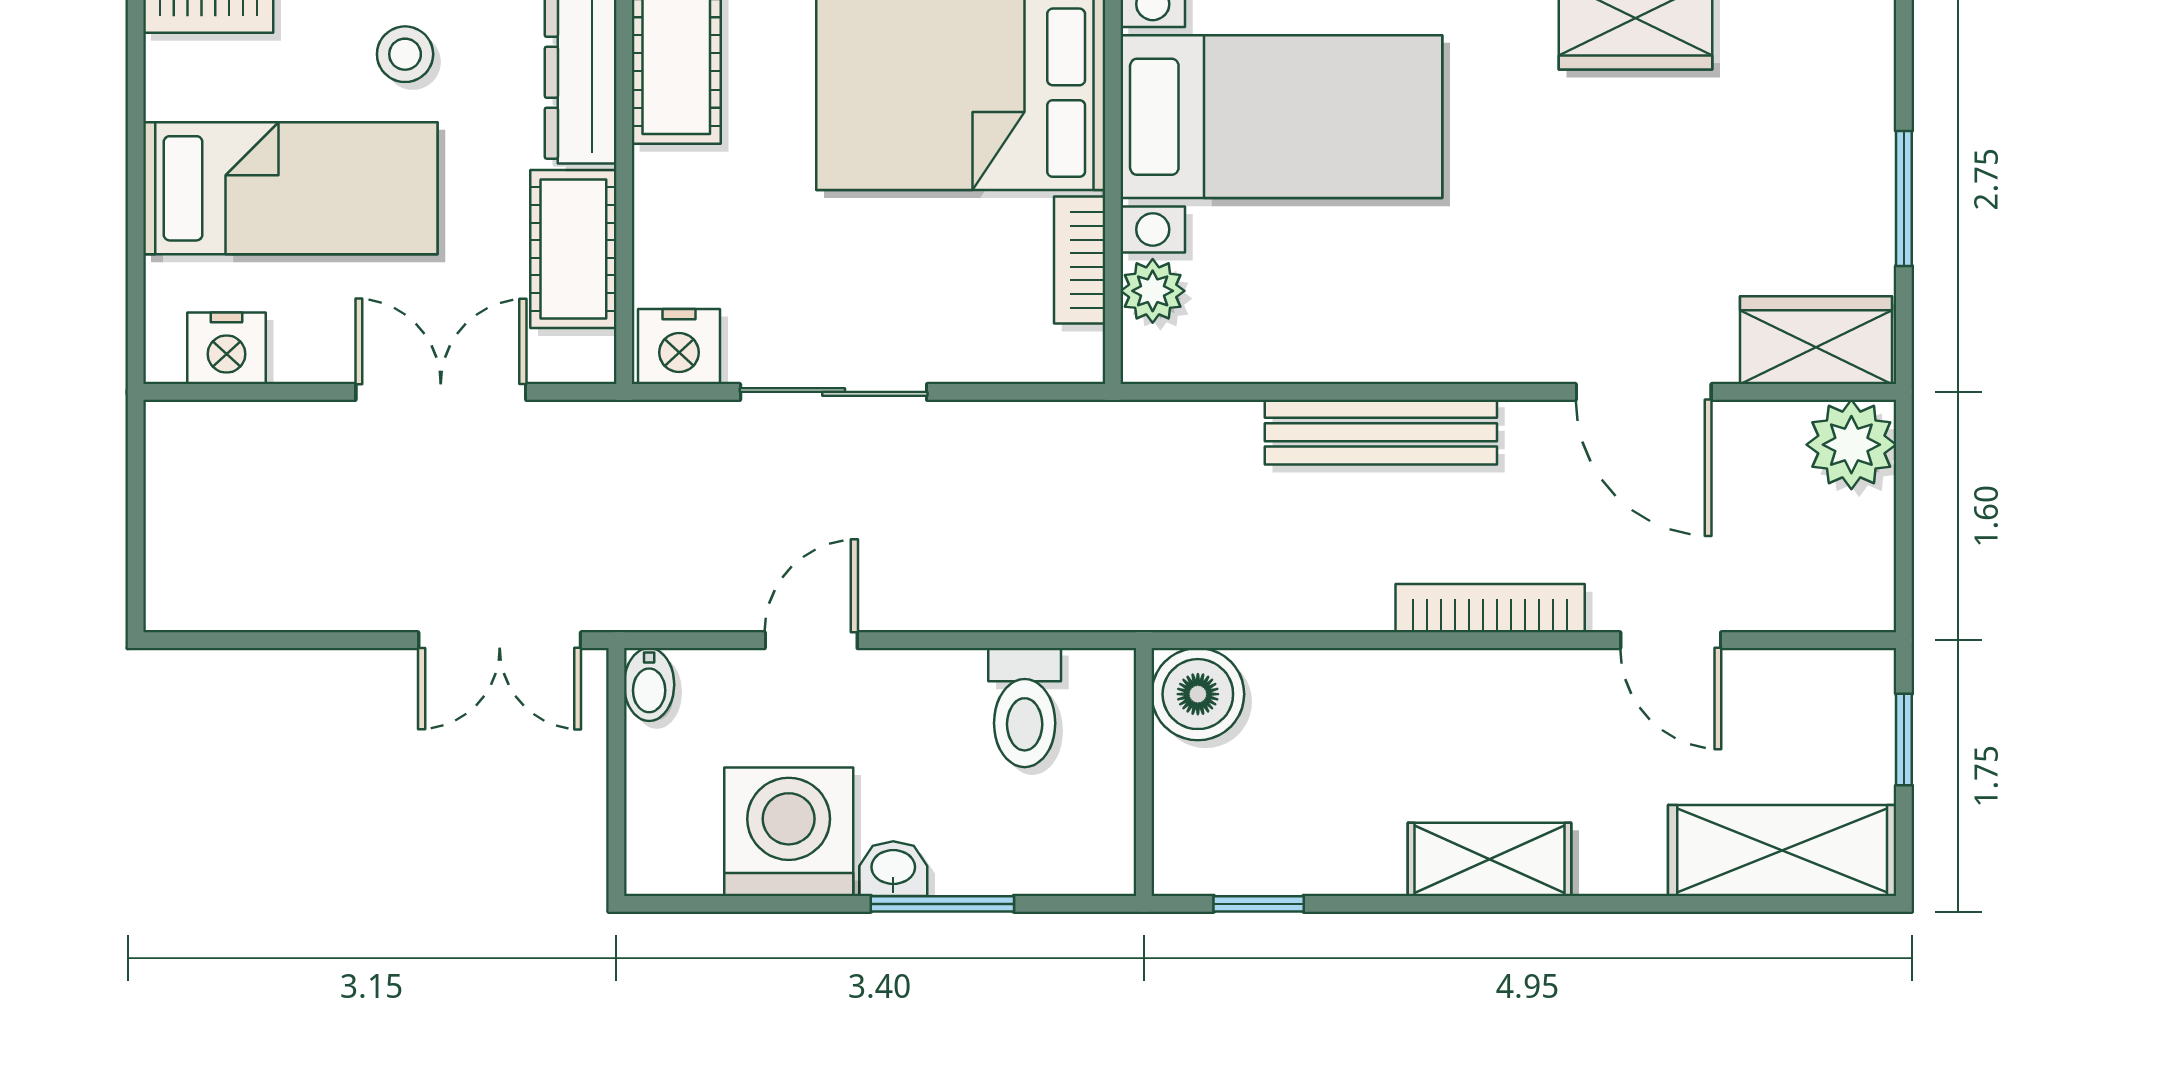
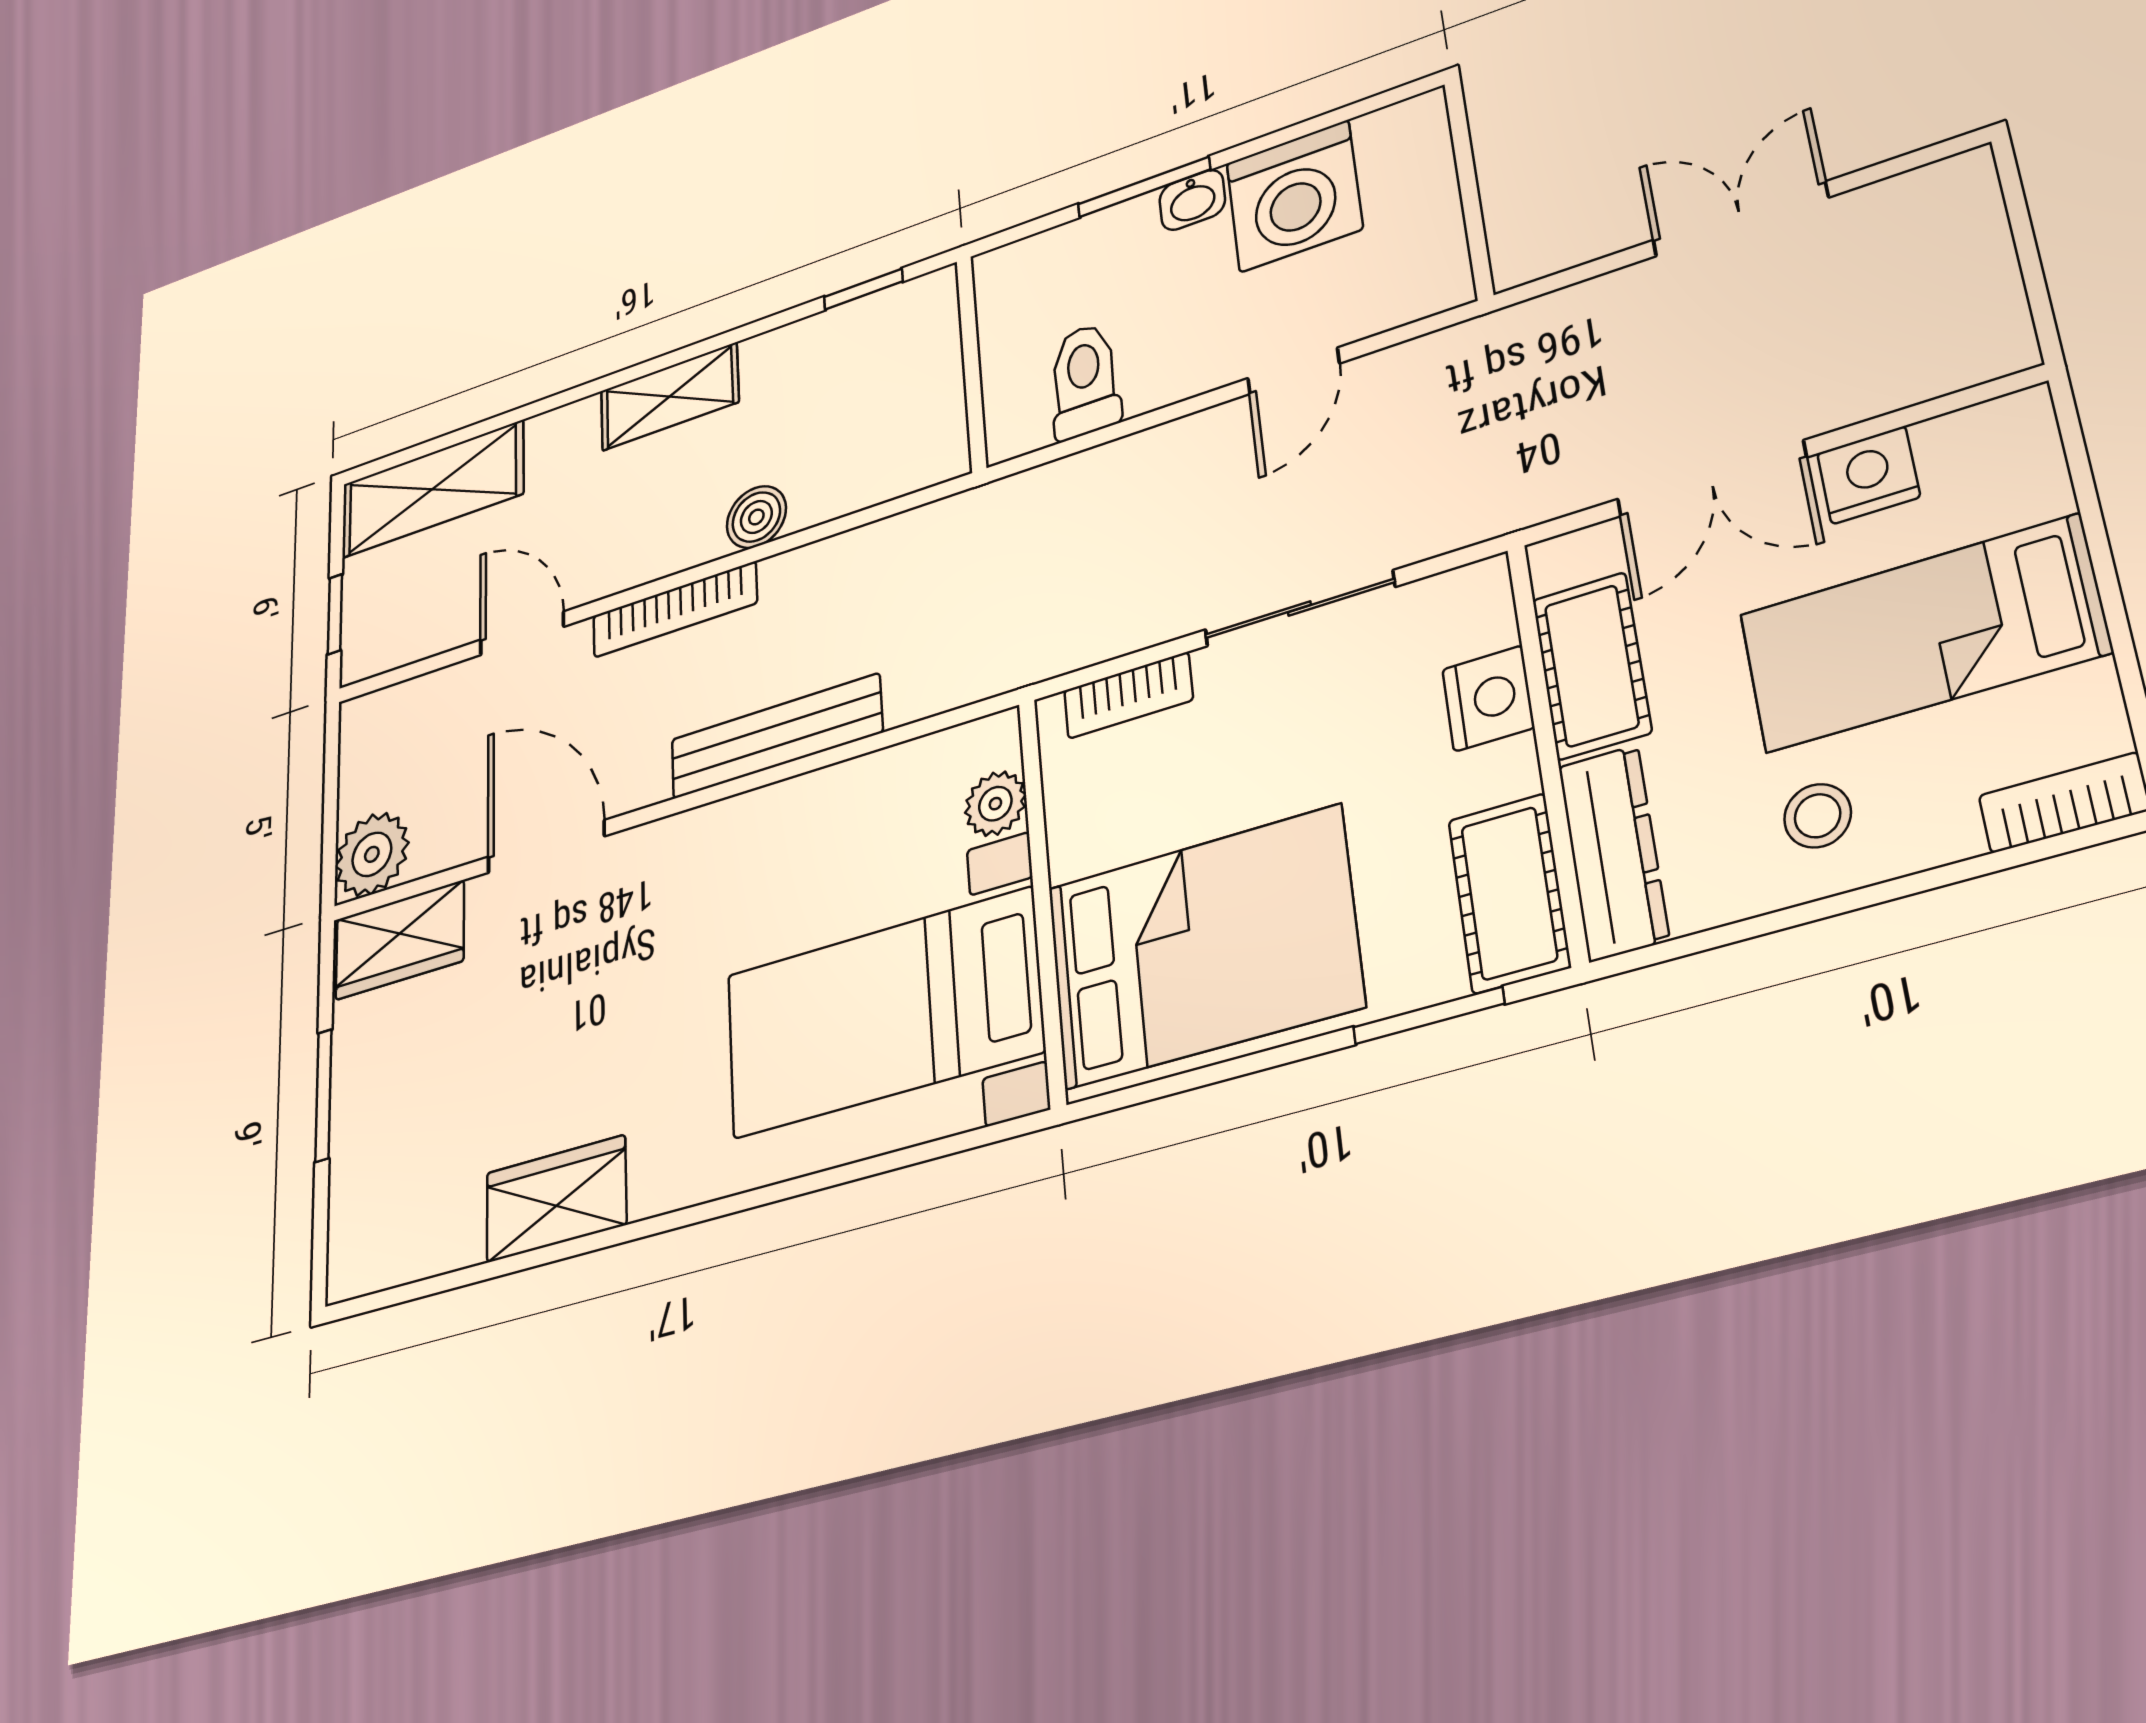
bookcase: (1080, 260) -> (1128, 695), moved, turned 90
nightstand: (679, 346) -> (1488, 698), moved, turned 90
nightstand: (227, 348) -> (1868, 475), moved
double door: (500, 640) -> (1740, 219), moved
bidet: (649, 685) -> (1448, 276), removed
boiler: (1198, 694) -> (756, 517), moved, width x0.73, depth x0.73

